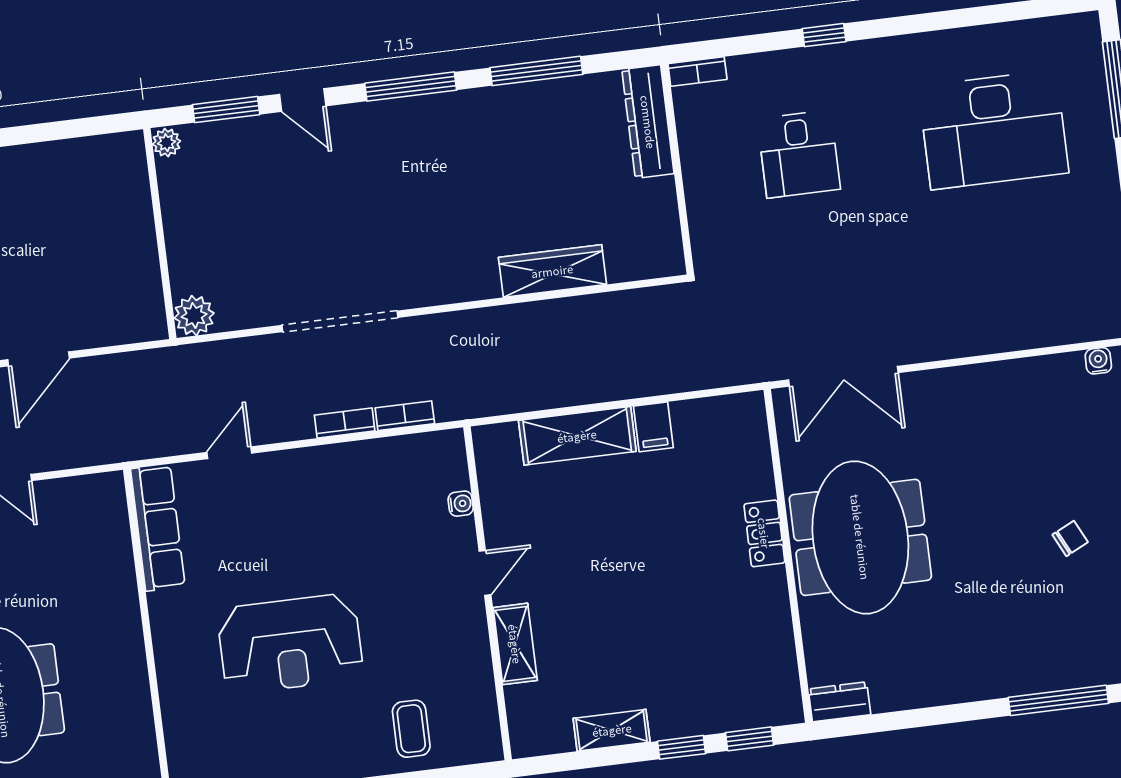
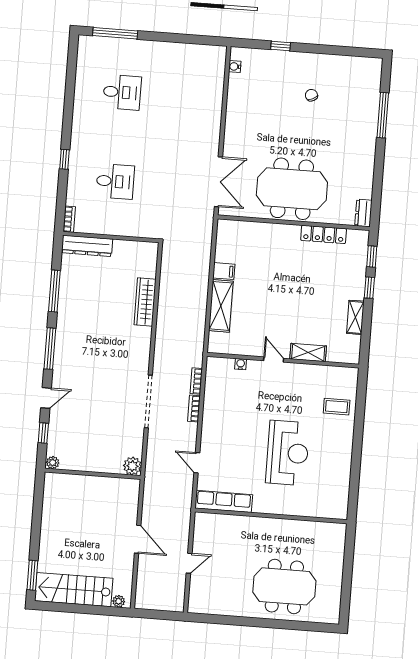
window: (226, 110) -> (43, 433), width x0.67
desk: (994, 130) -> (122, 92), width x0.53, depth x0.77
locker: (764, 533) -> (324, 234), moved, width x1.53

